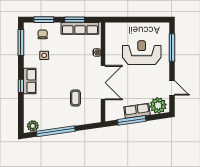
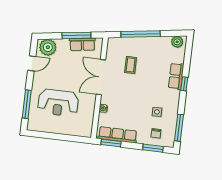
window: (75, 20) -> (111, 143), moved
row of seats: (30, 81) -> (176, 76), moved
door: (172, 88) -> (32, 63), swing flipped
row of seats: (137, 111) -> (82, 44), moved
window: (56, 131) -> (141, 34), moved

